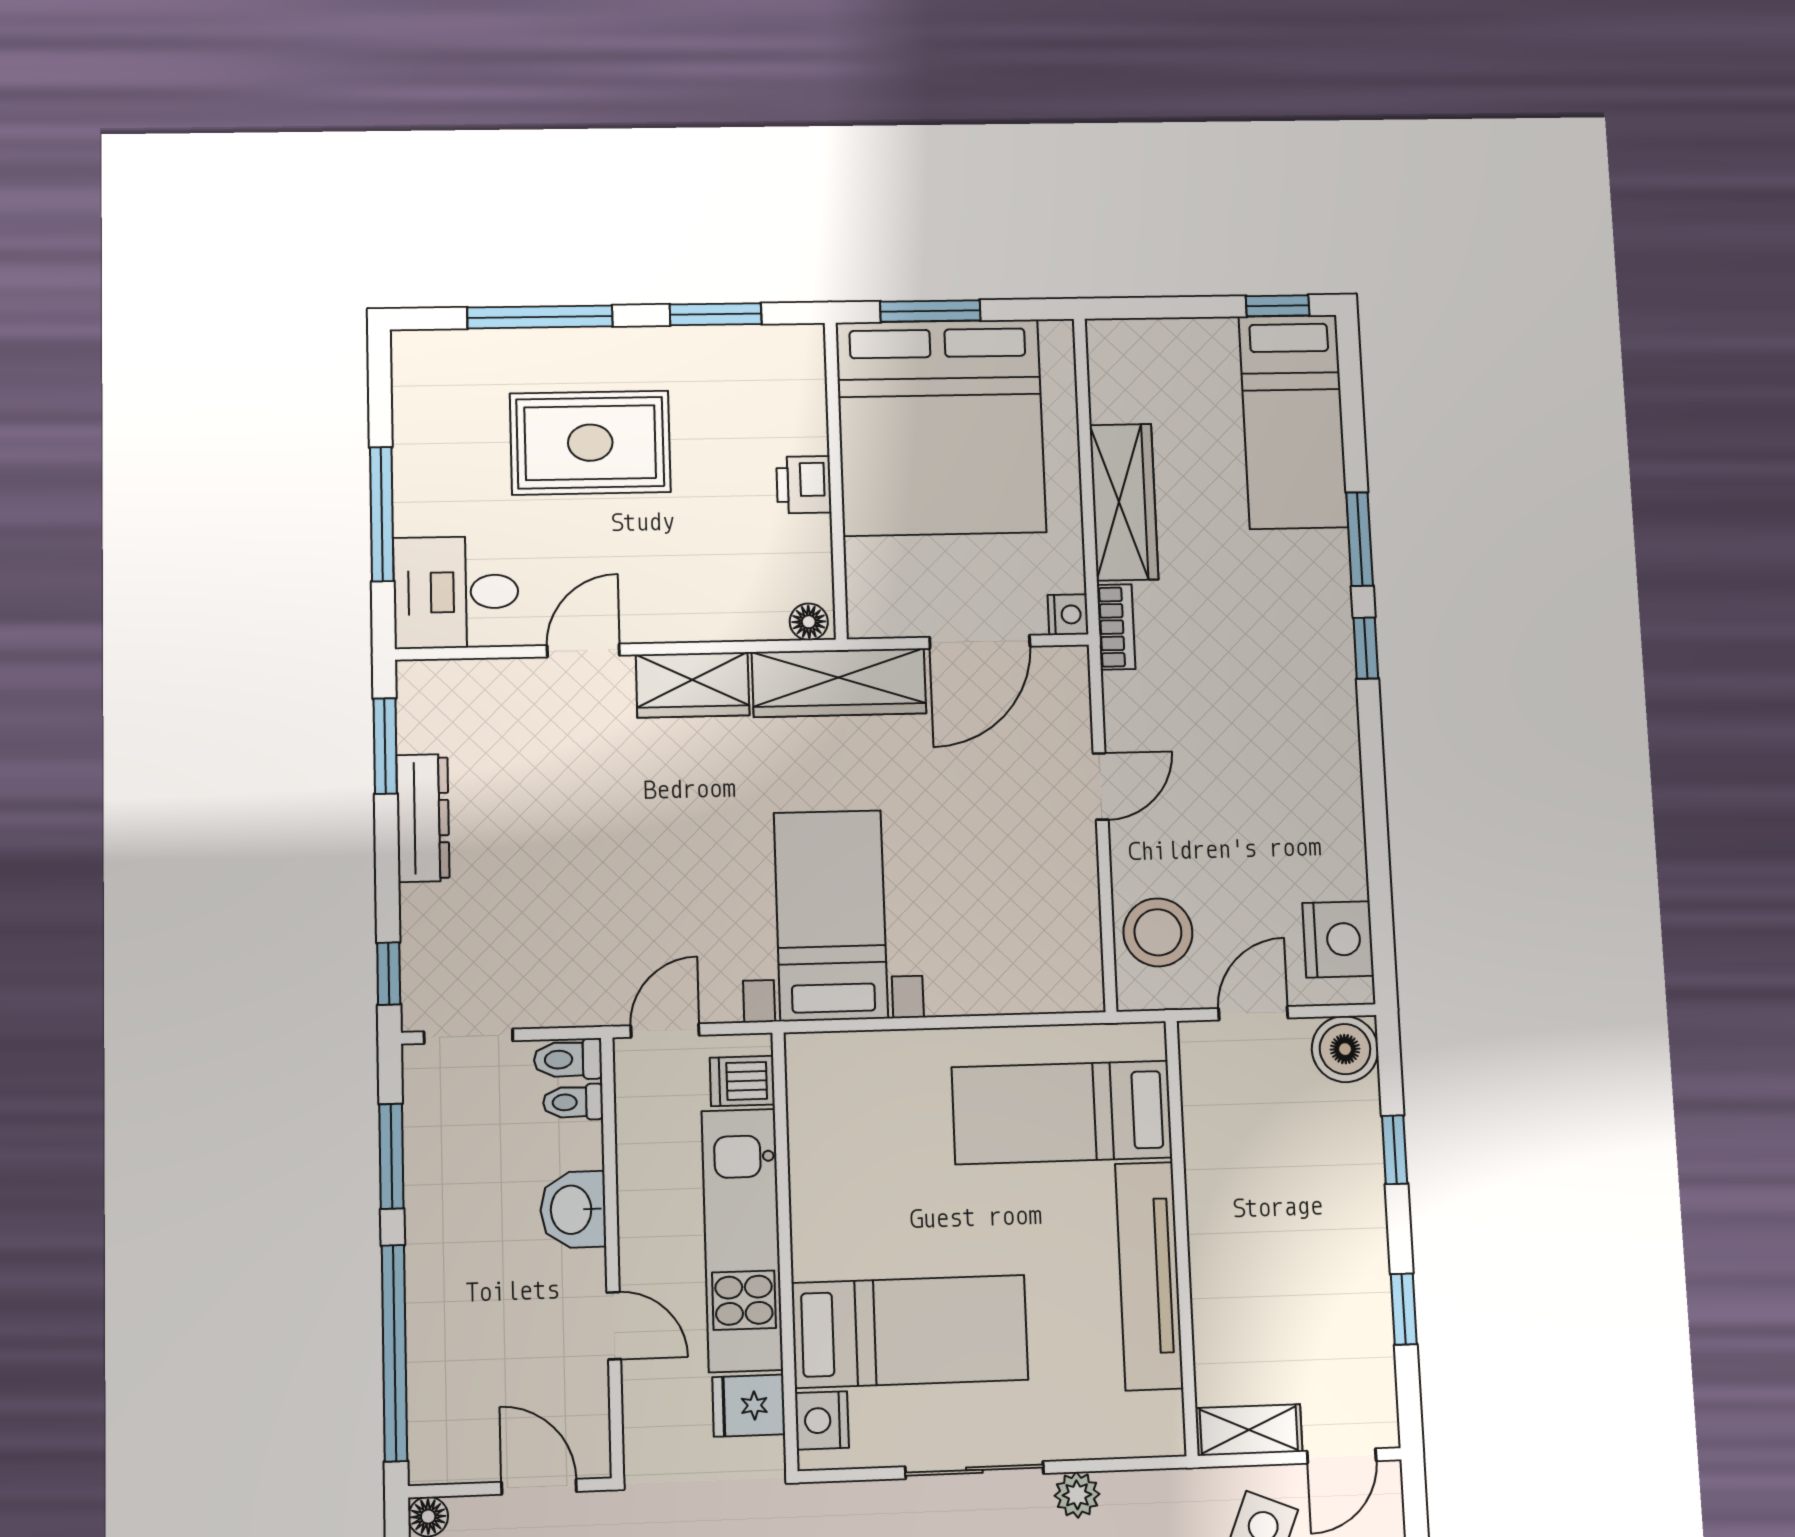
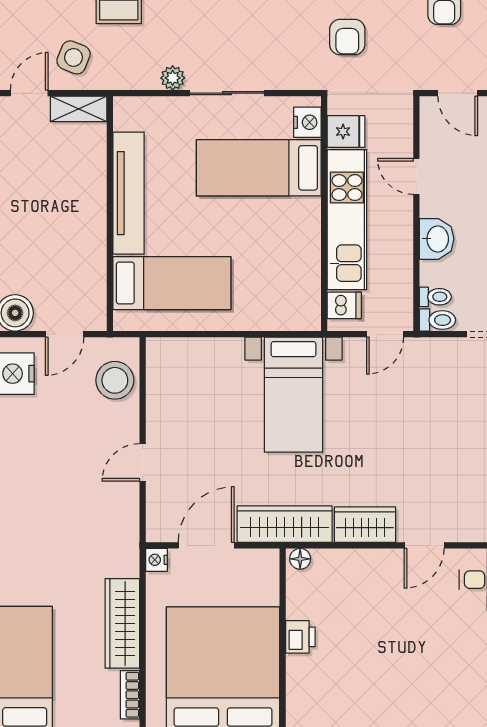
rug: (590, 443) -> (418, 663), removed
bookcase: (1116, 627) -> (130, 695), moved

